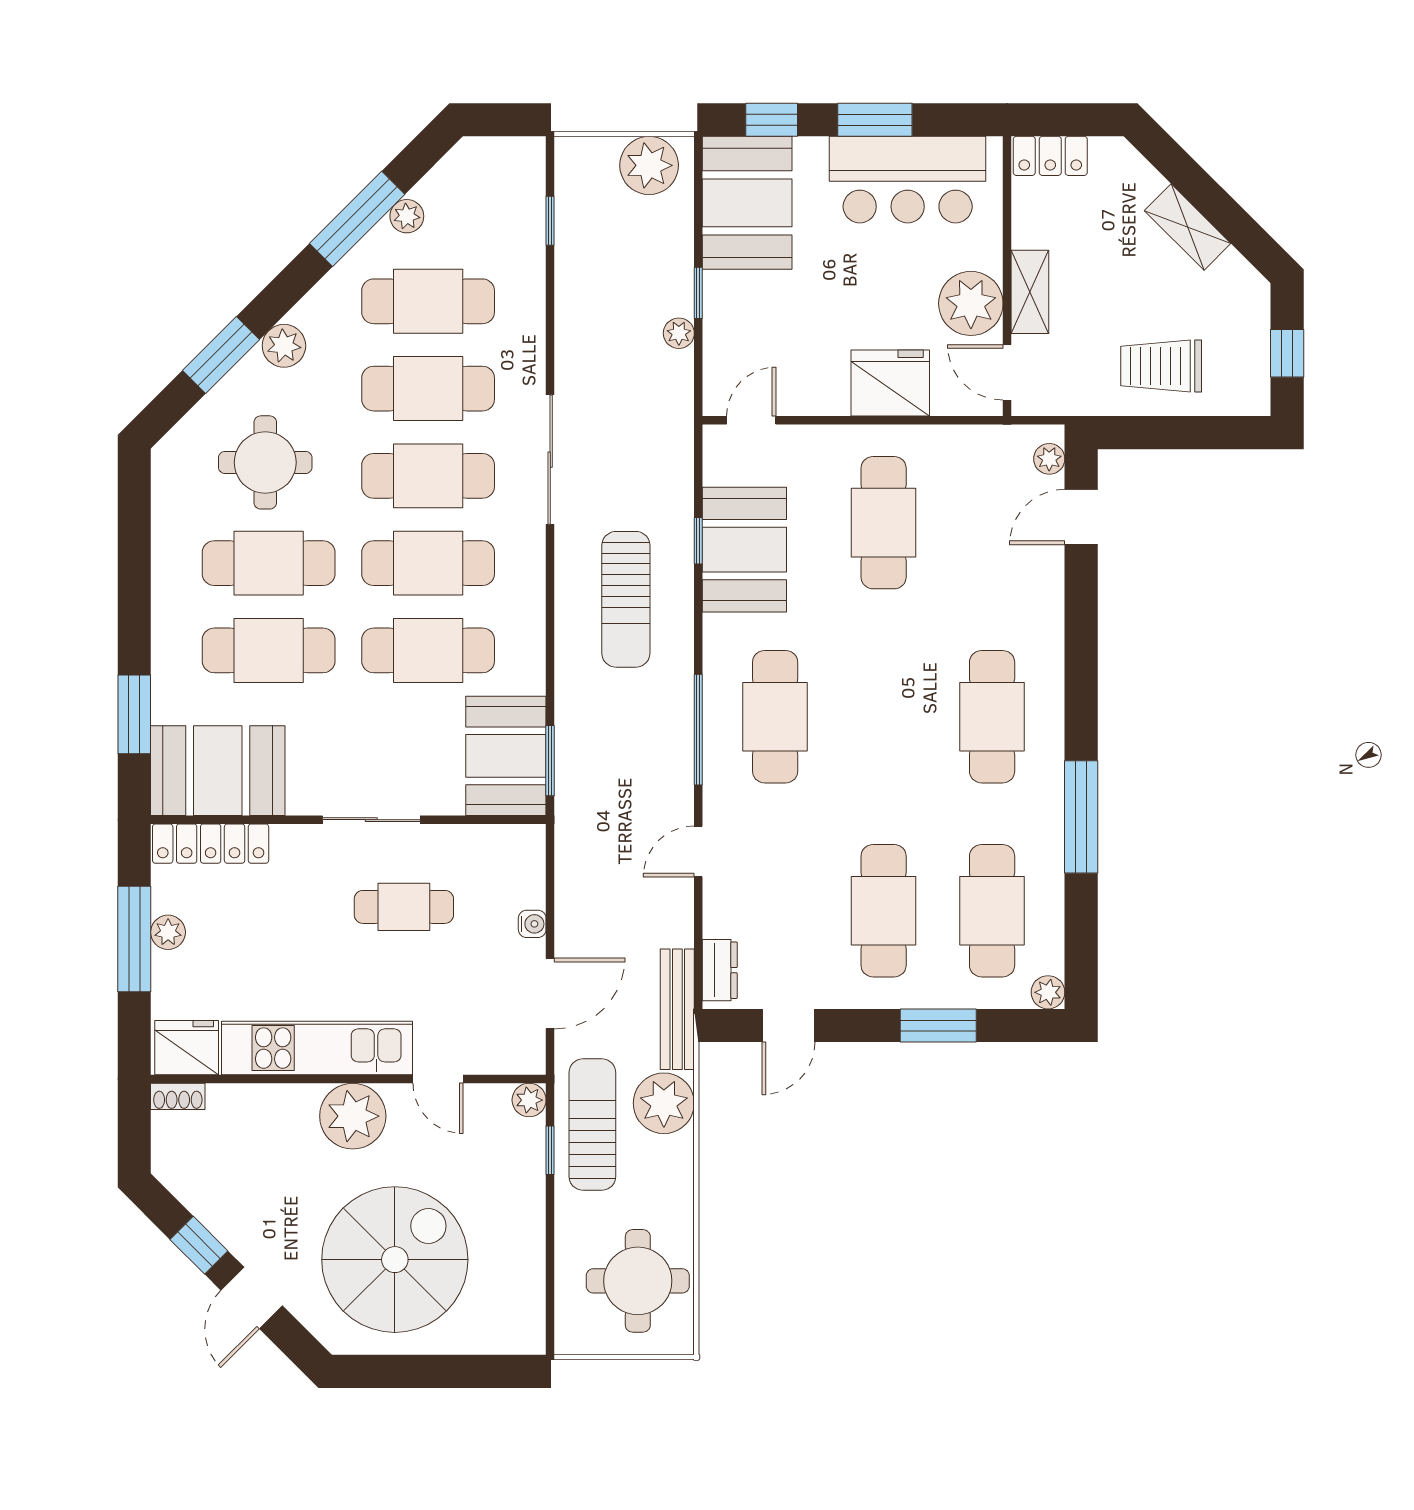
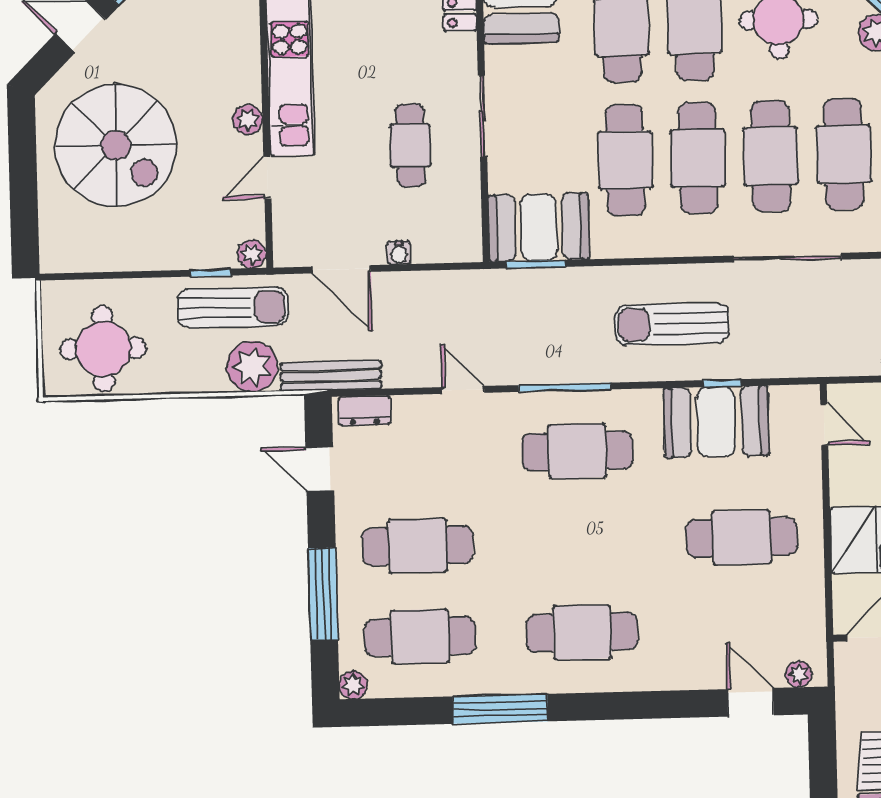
window: (938, 1026) -> (323, 594), width x1.44
plant: (353, 1116) -> (248, 120), width x0.53, depth x0.53

